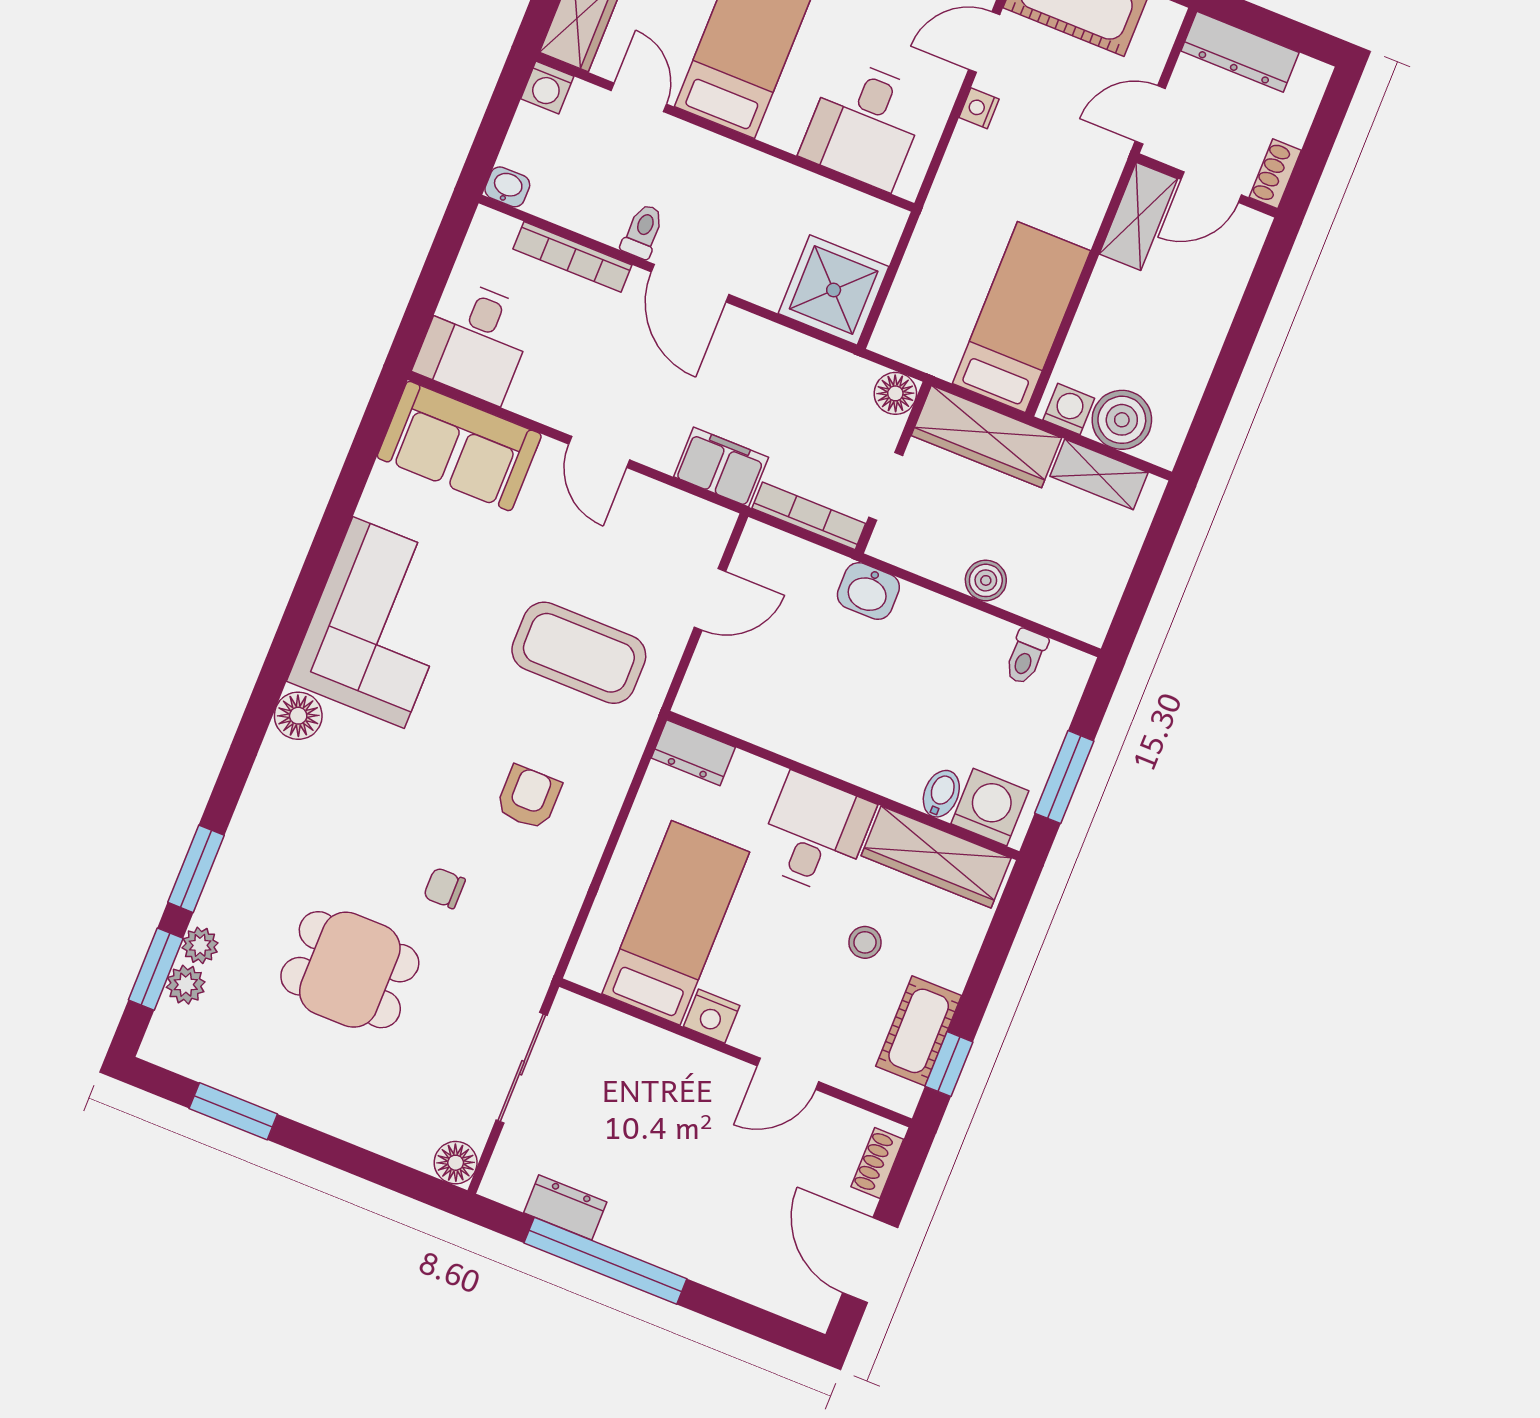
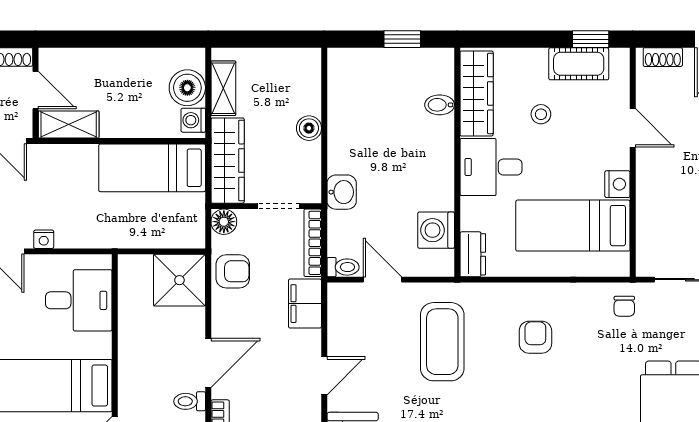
armchair: (814, 377) -> (233, 271), added
toilet: (1026, 657) -> (343, 267), moved
window: (1064, 777) -> (402, 39), width x0.67
armchair: (529, 797) -> (535, 337), turned 90
washing machine: (990, 807) -> (436, 230), moved
chair: (444, 888) -> (624, 306), moved

